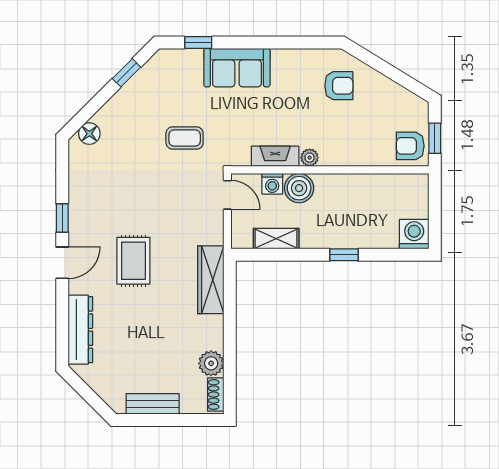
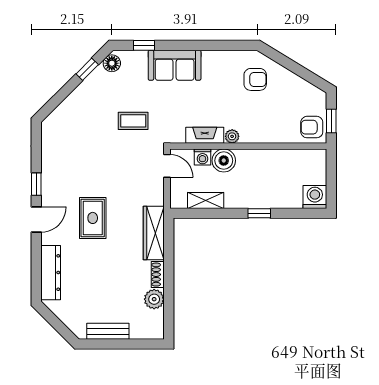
floor lamp: (89, 134) -> (112, 63), moved
shoe rack: (216, 395) -> (158, 275), moved

